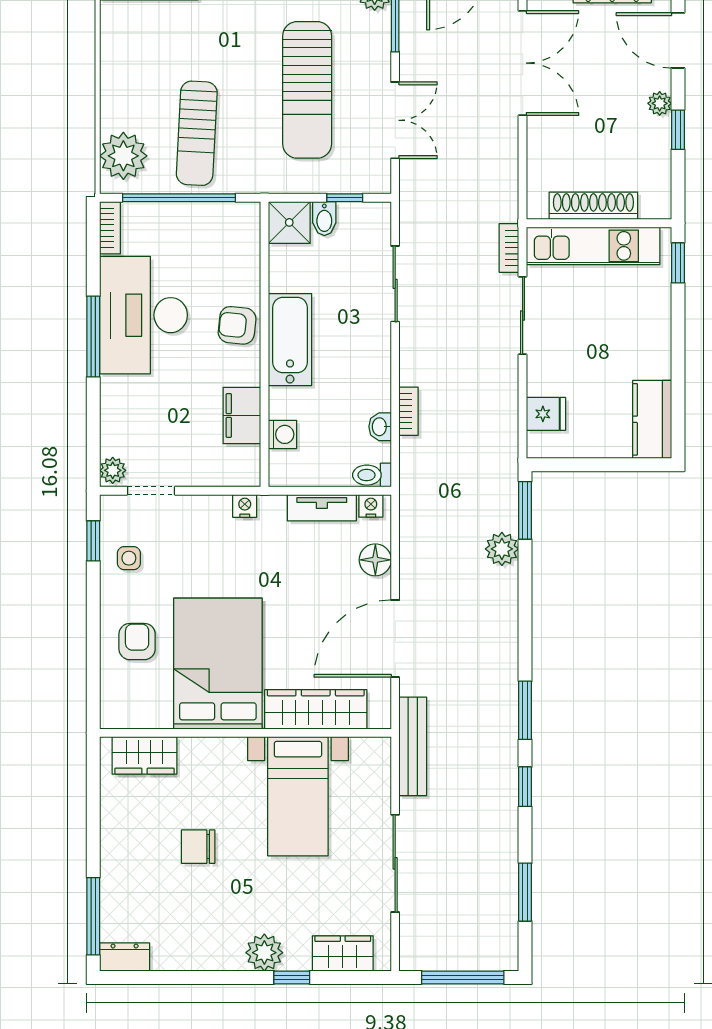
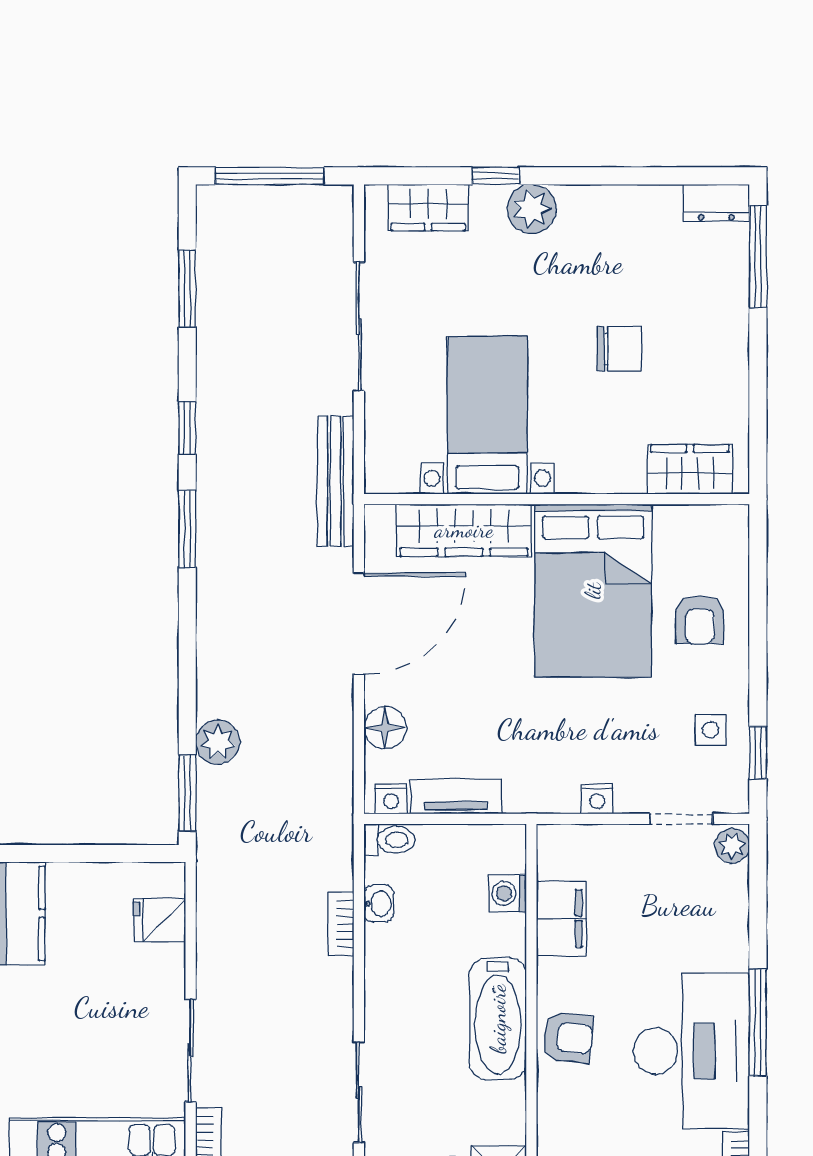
nightstand: (245, 506) -> (597, 799), moved

